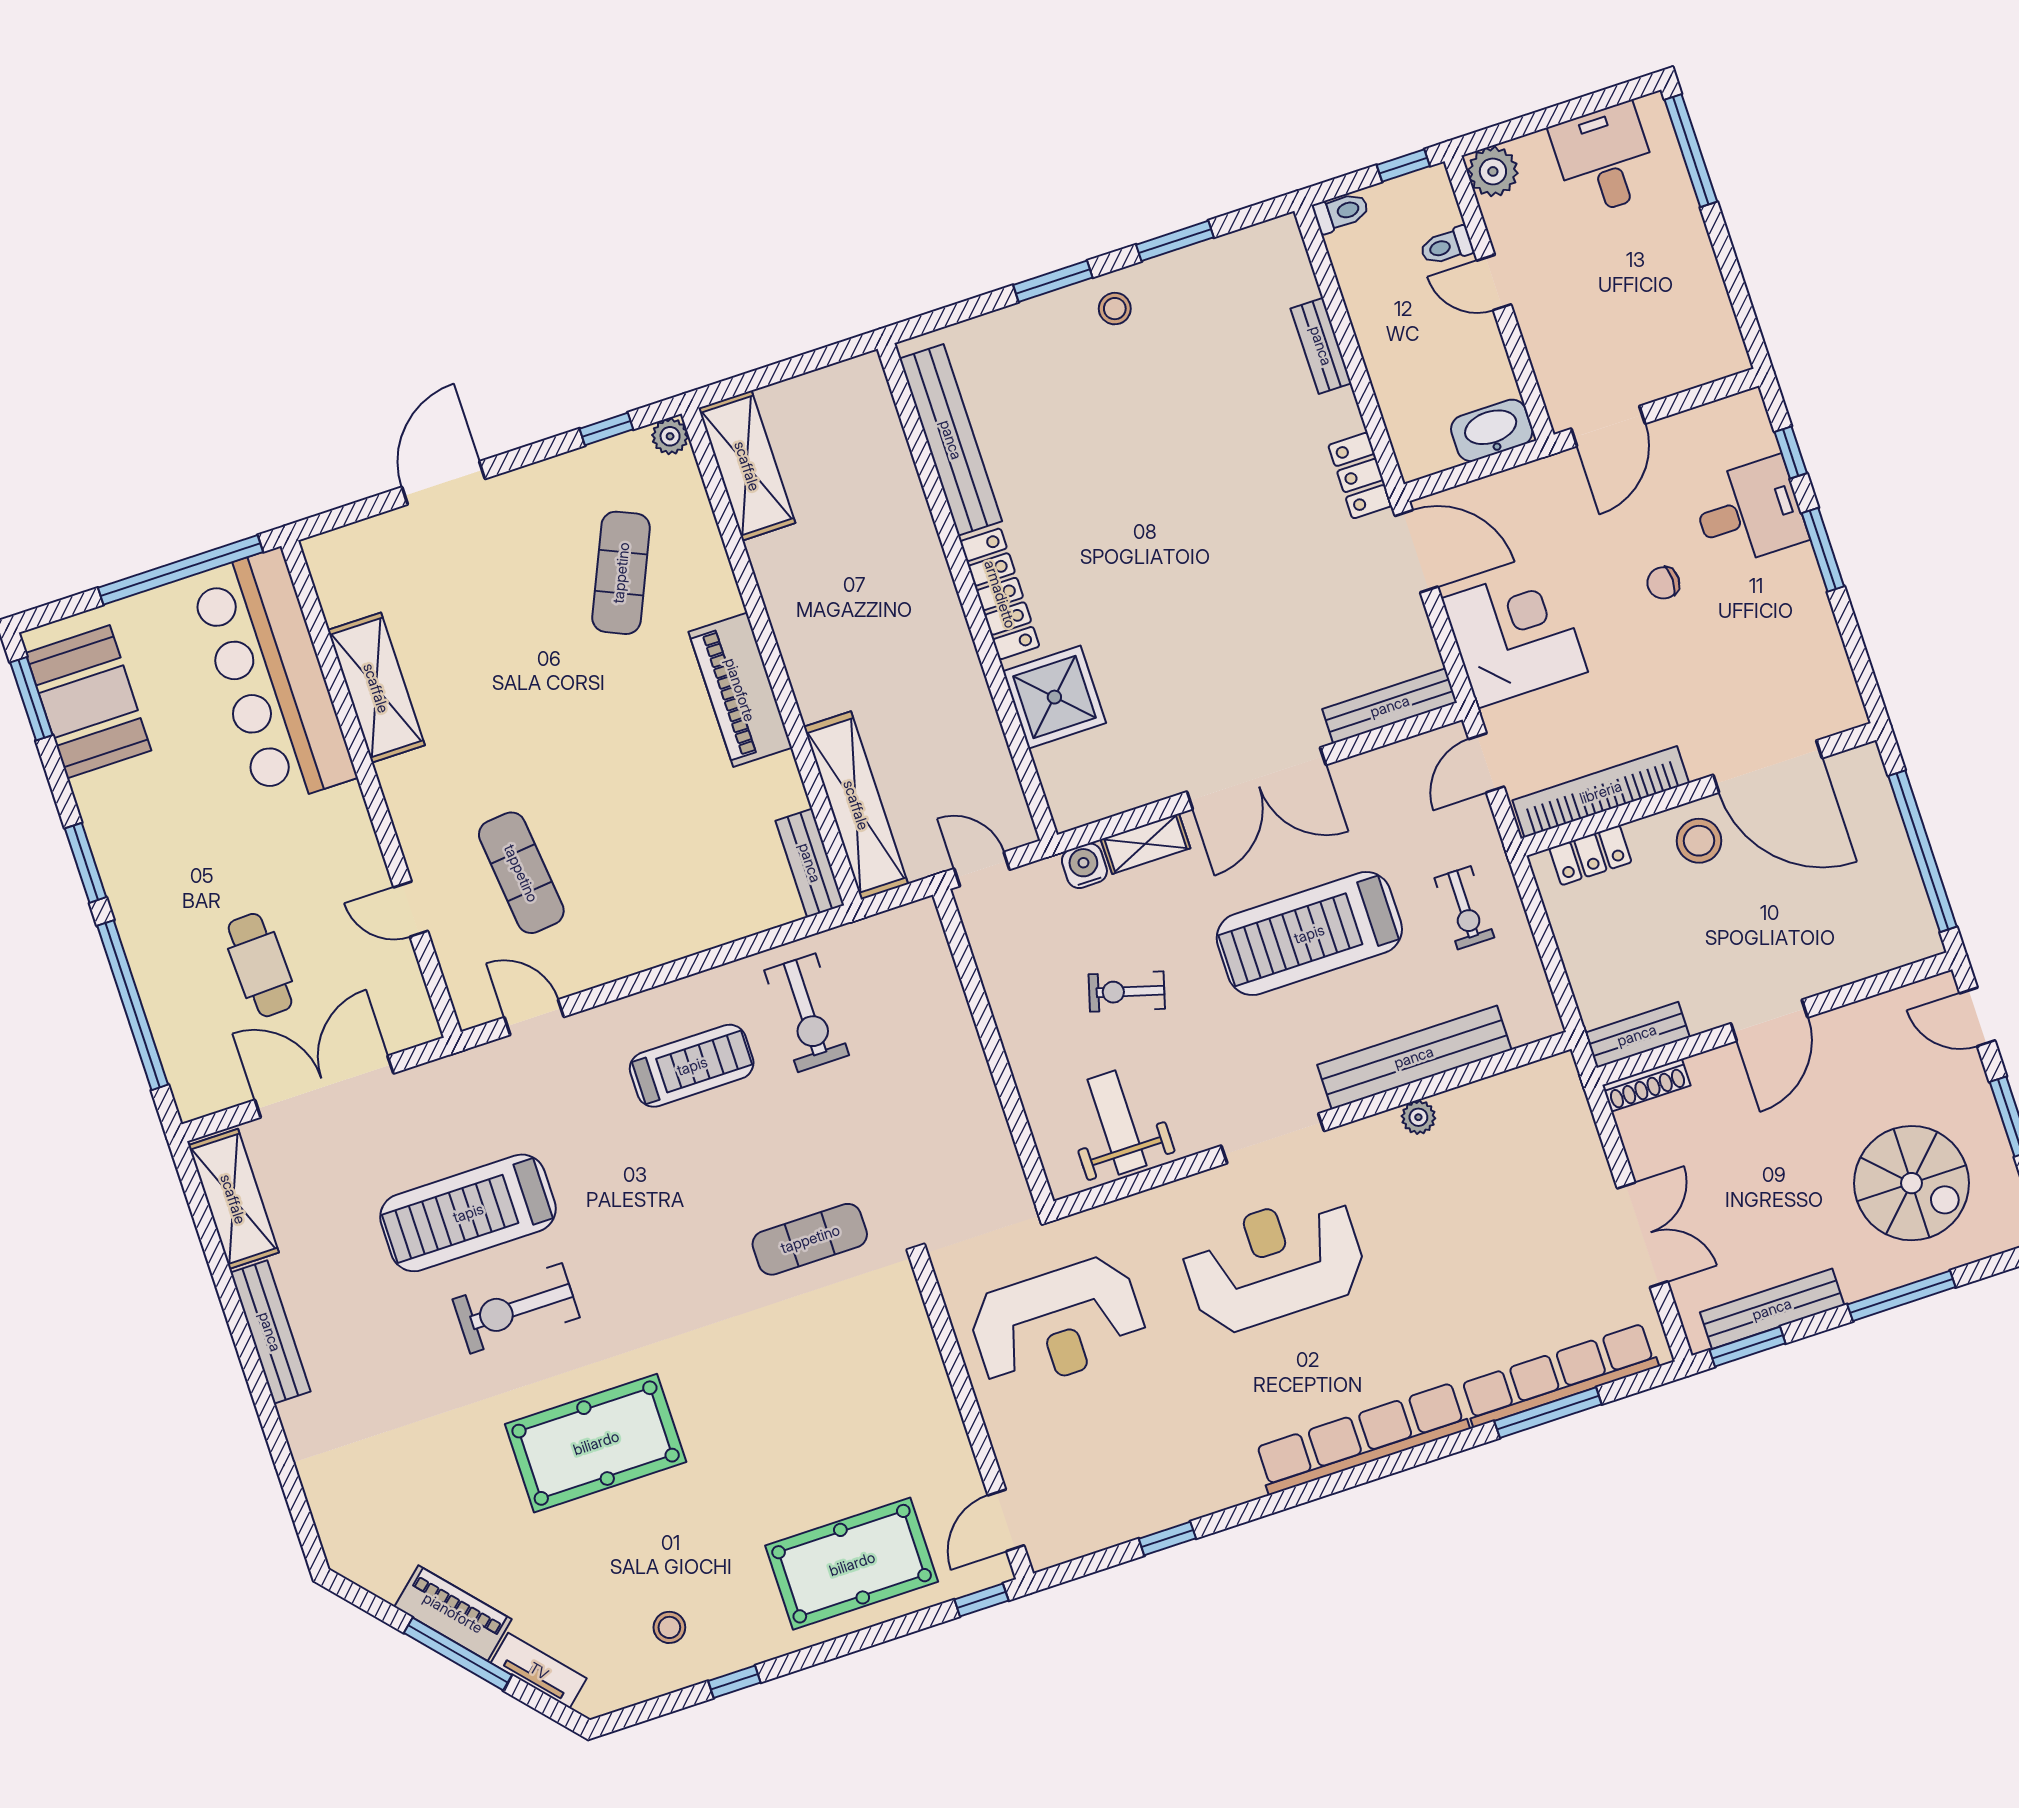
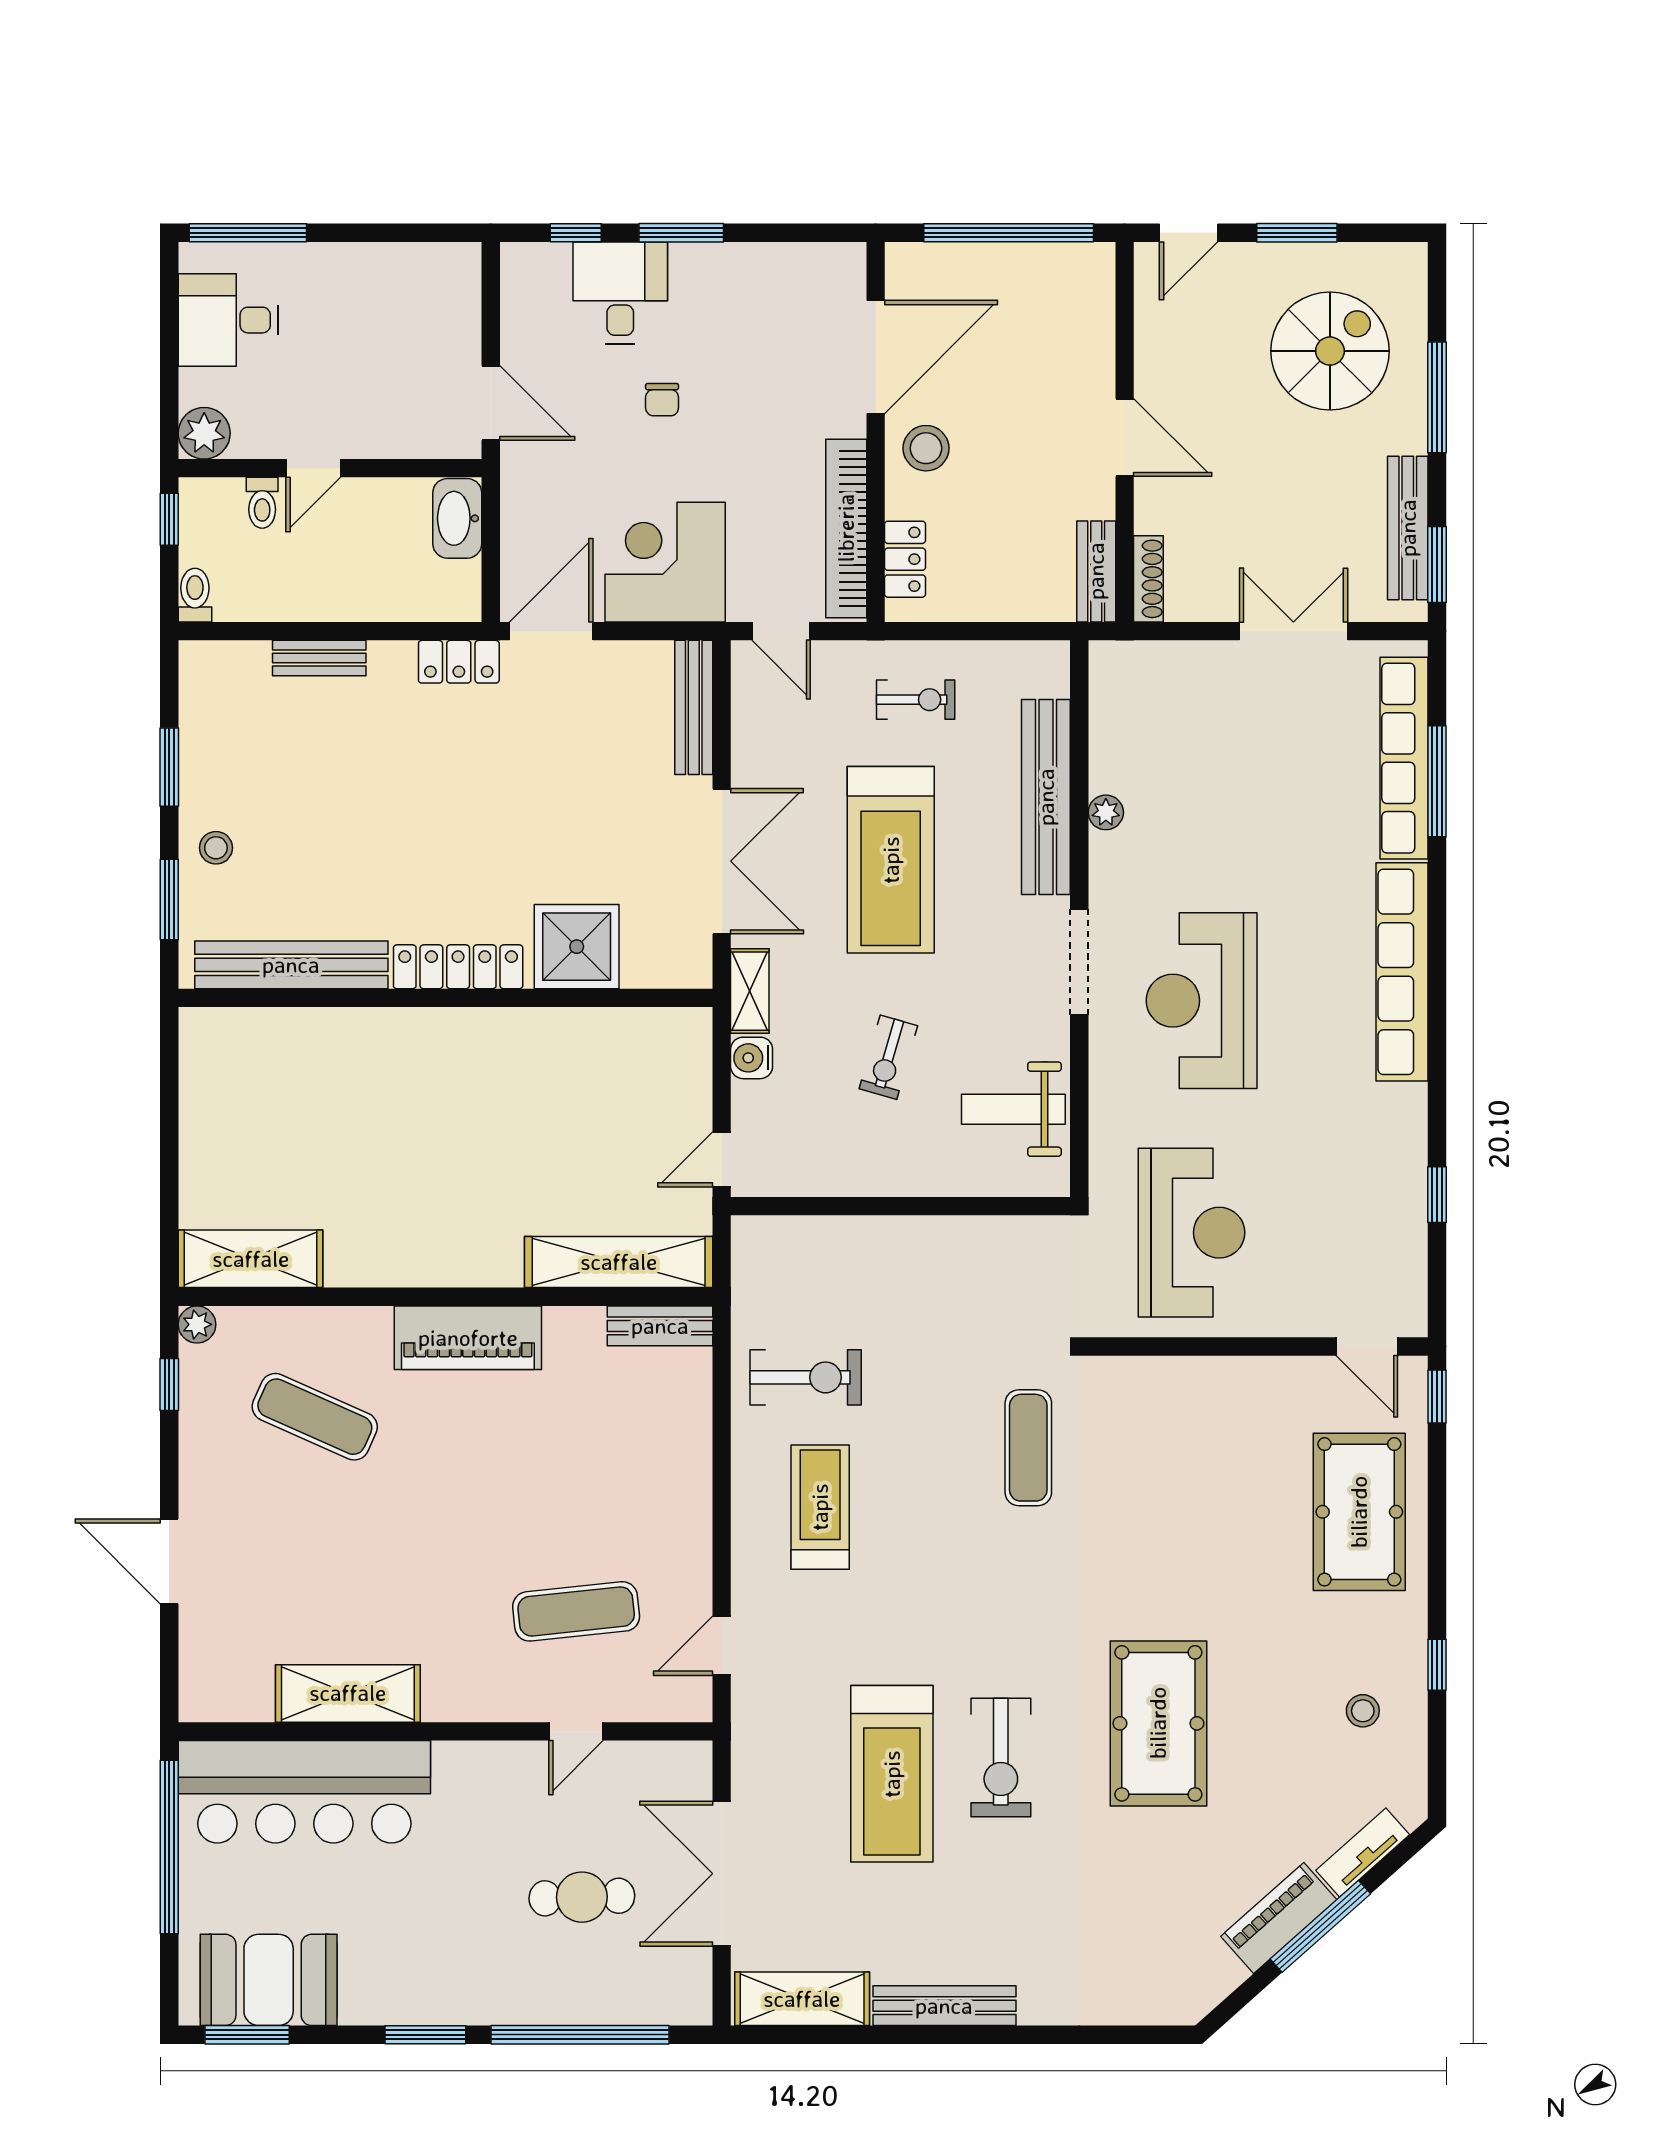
bench: (951, 440) -> (291, 965), moved
wall: (967, 592) -> (445, 998), moved
locker: (1000, 594) -> (458, 967), moved
shower: (1054, 697) -> (577, 947), moved

